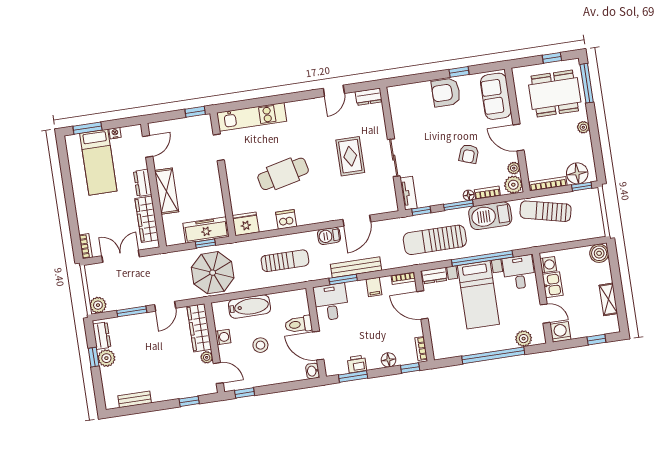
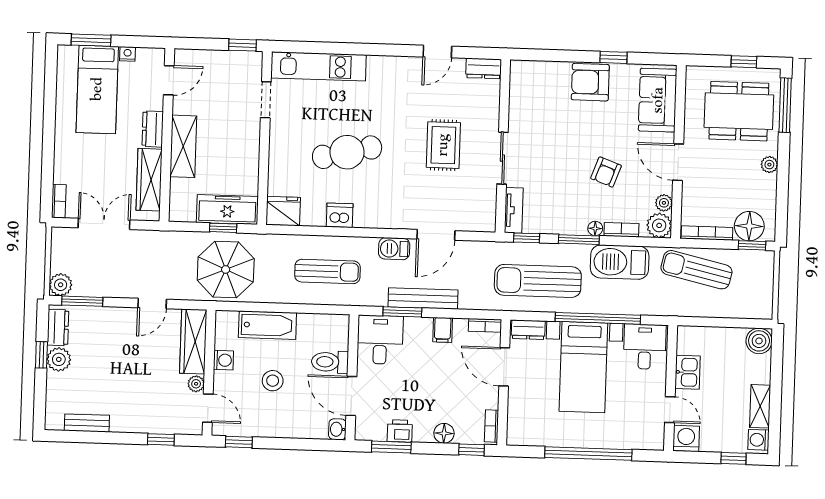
washing machine: (548, 265) -> (758, 440), moved, turned 180
window: (132, 311) -> (82, 301), moved
plant: (524, 339) -> (634, 438), removed

